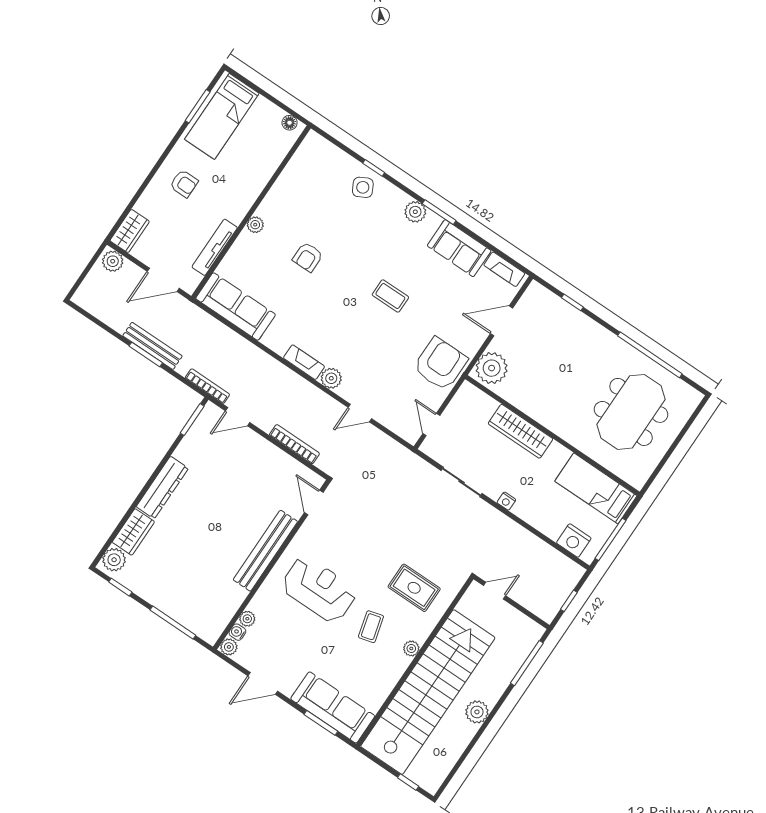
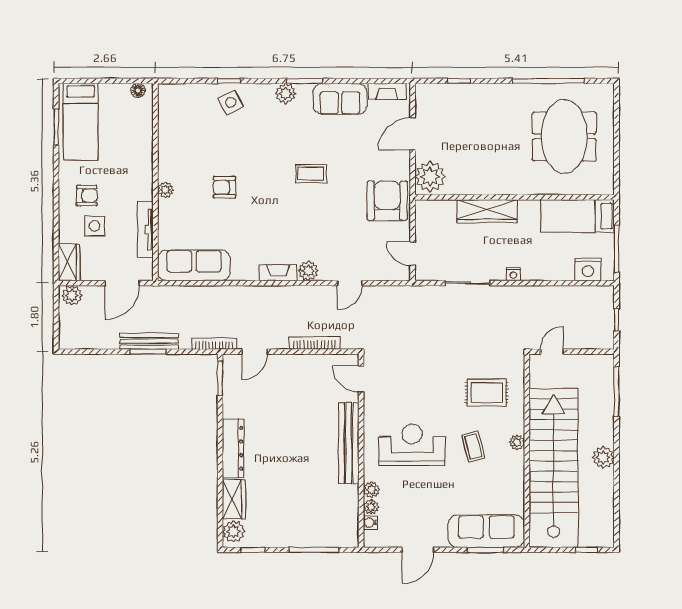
side table: (173, 214) -> (95, 226), added
armchair: (308, 257) -> (224, 187), turned 90
plant: (229, 647) -> (371, 490), moved

